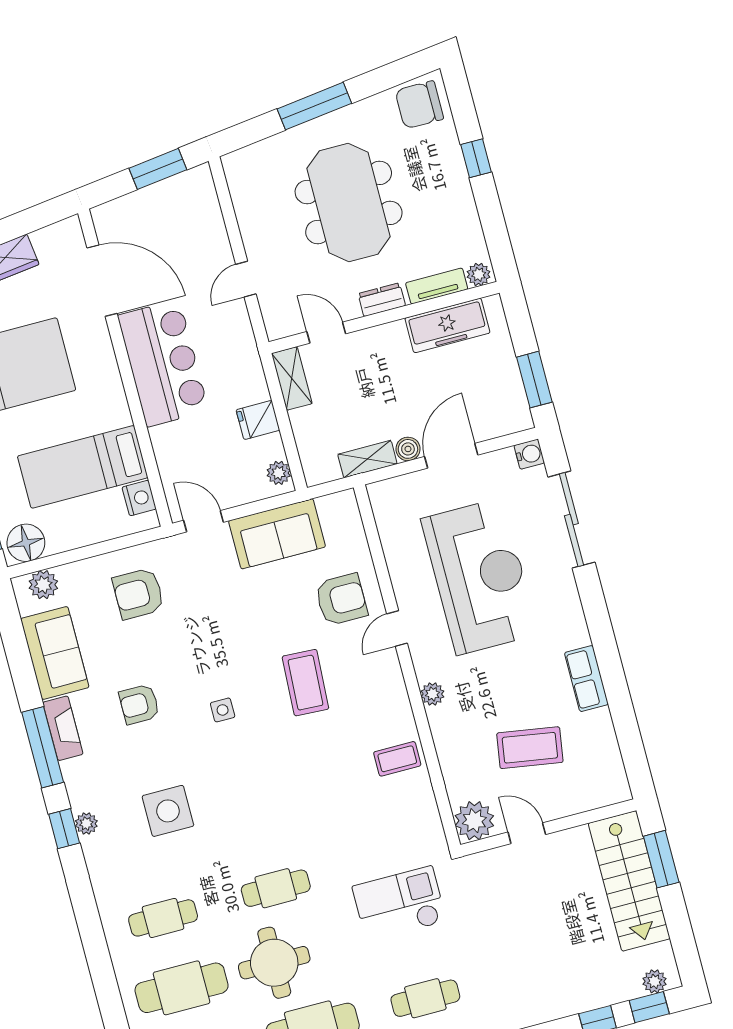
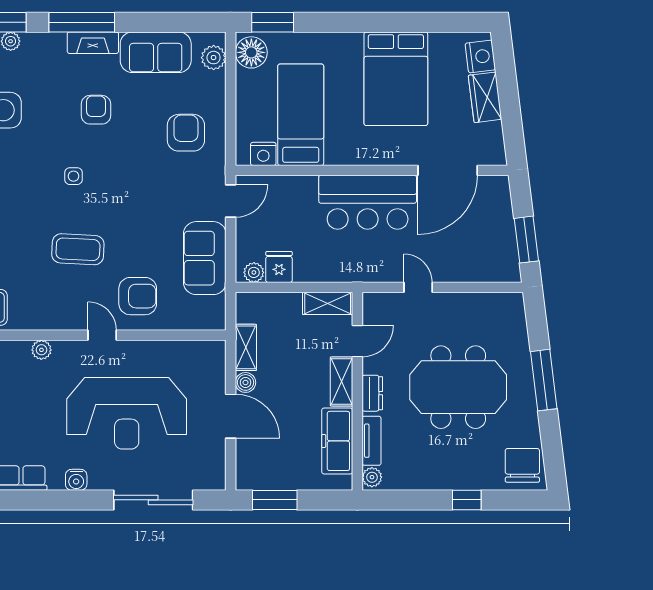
shelving: (378, 339) -> (341, 381), added
fridge: (258, 420) -> (279, 267), moved
water cooler: (529, 454) -> (76, 480), moved
armchair: (341, 599) -> (138, 296), turned -90

